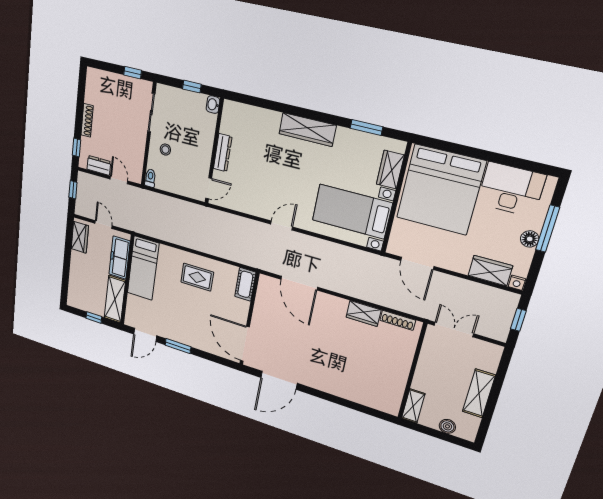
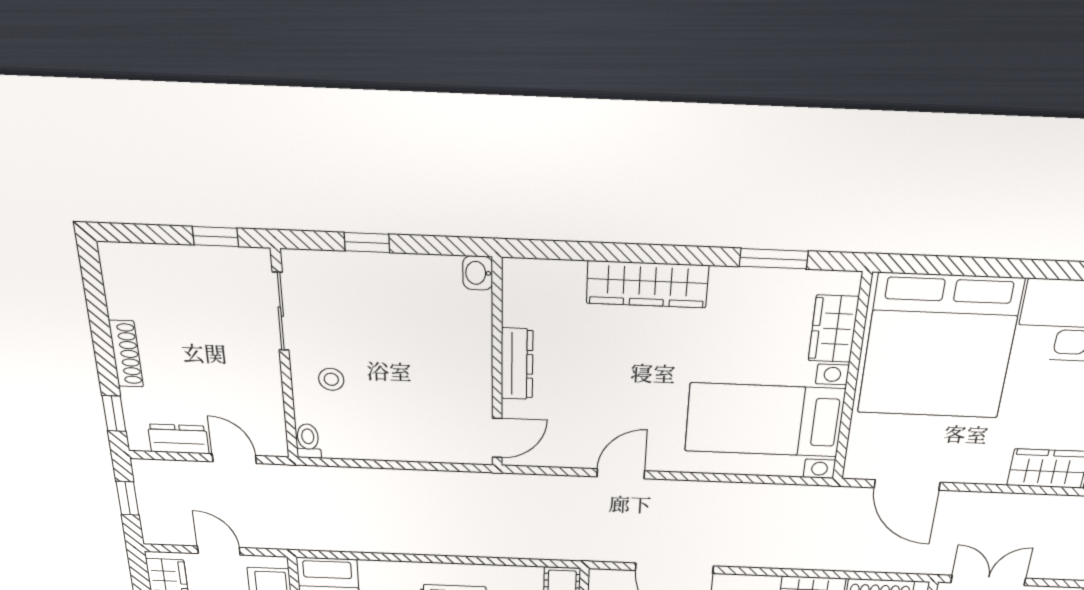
washbasin: (213, 105) -> (478, 273), moved
wall: (214, 152) -> (497, 365), moved
dresser: (223, 153) -> (517, 364), moved
door: (209, 188) -> (497, 438), moved

